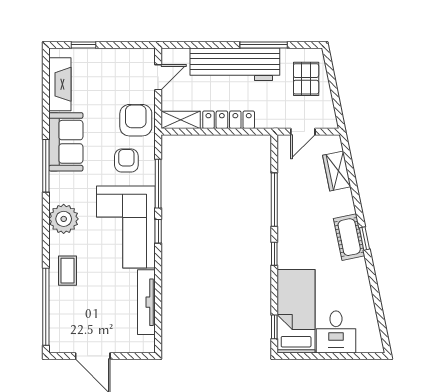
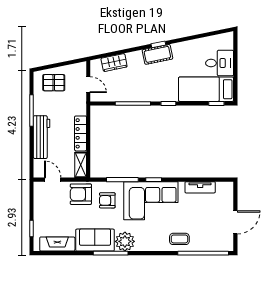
workbench: (235, 64) -> (42, 137), width x0.73, depth x0.76
plant: (64, 219) -> (125, 241), moved
tv unit: (146, 302) -> (200, 187), width x0.71

